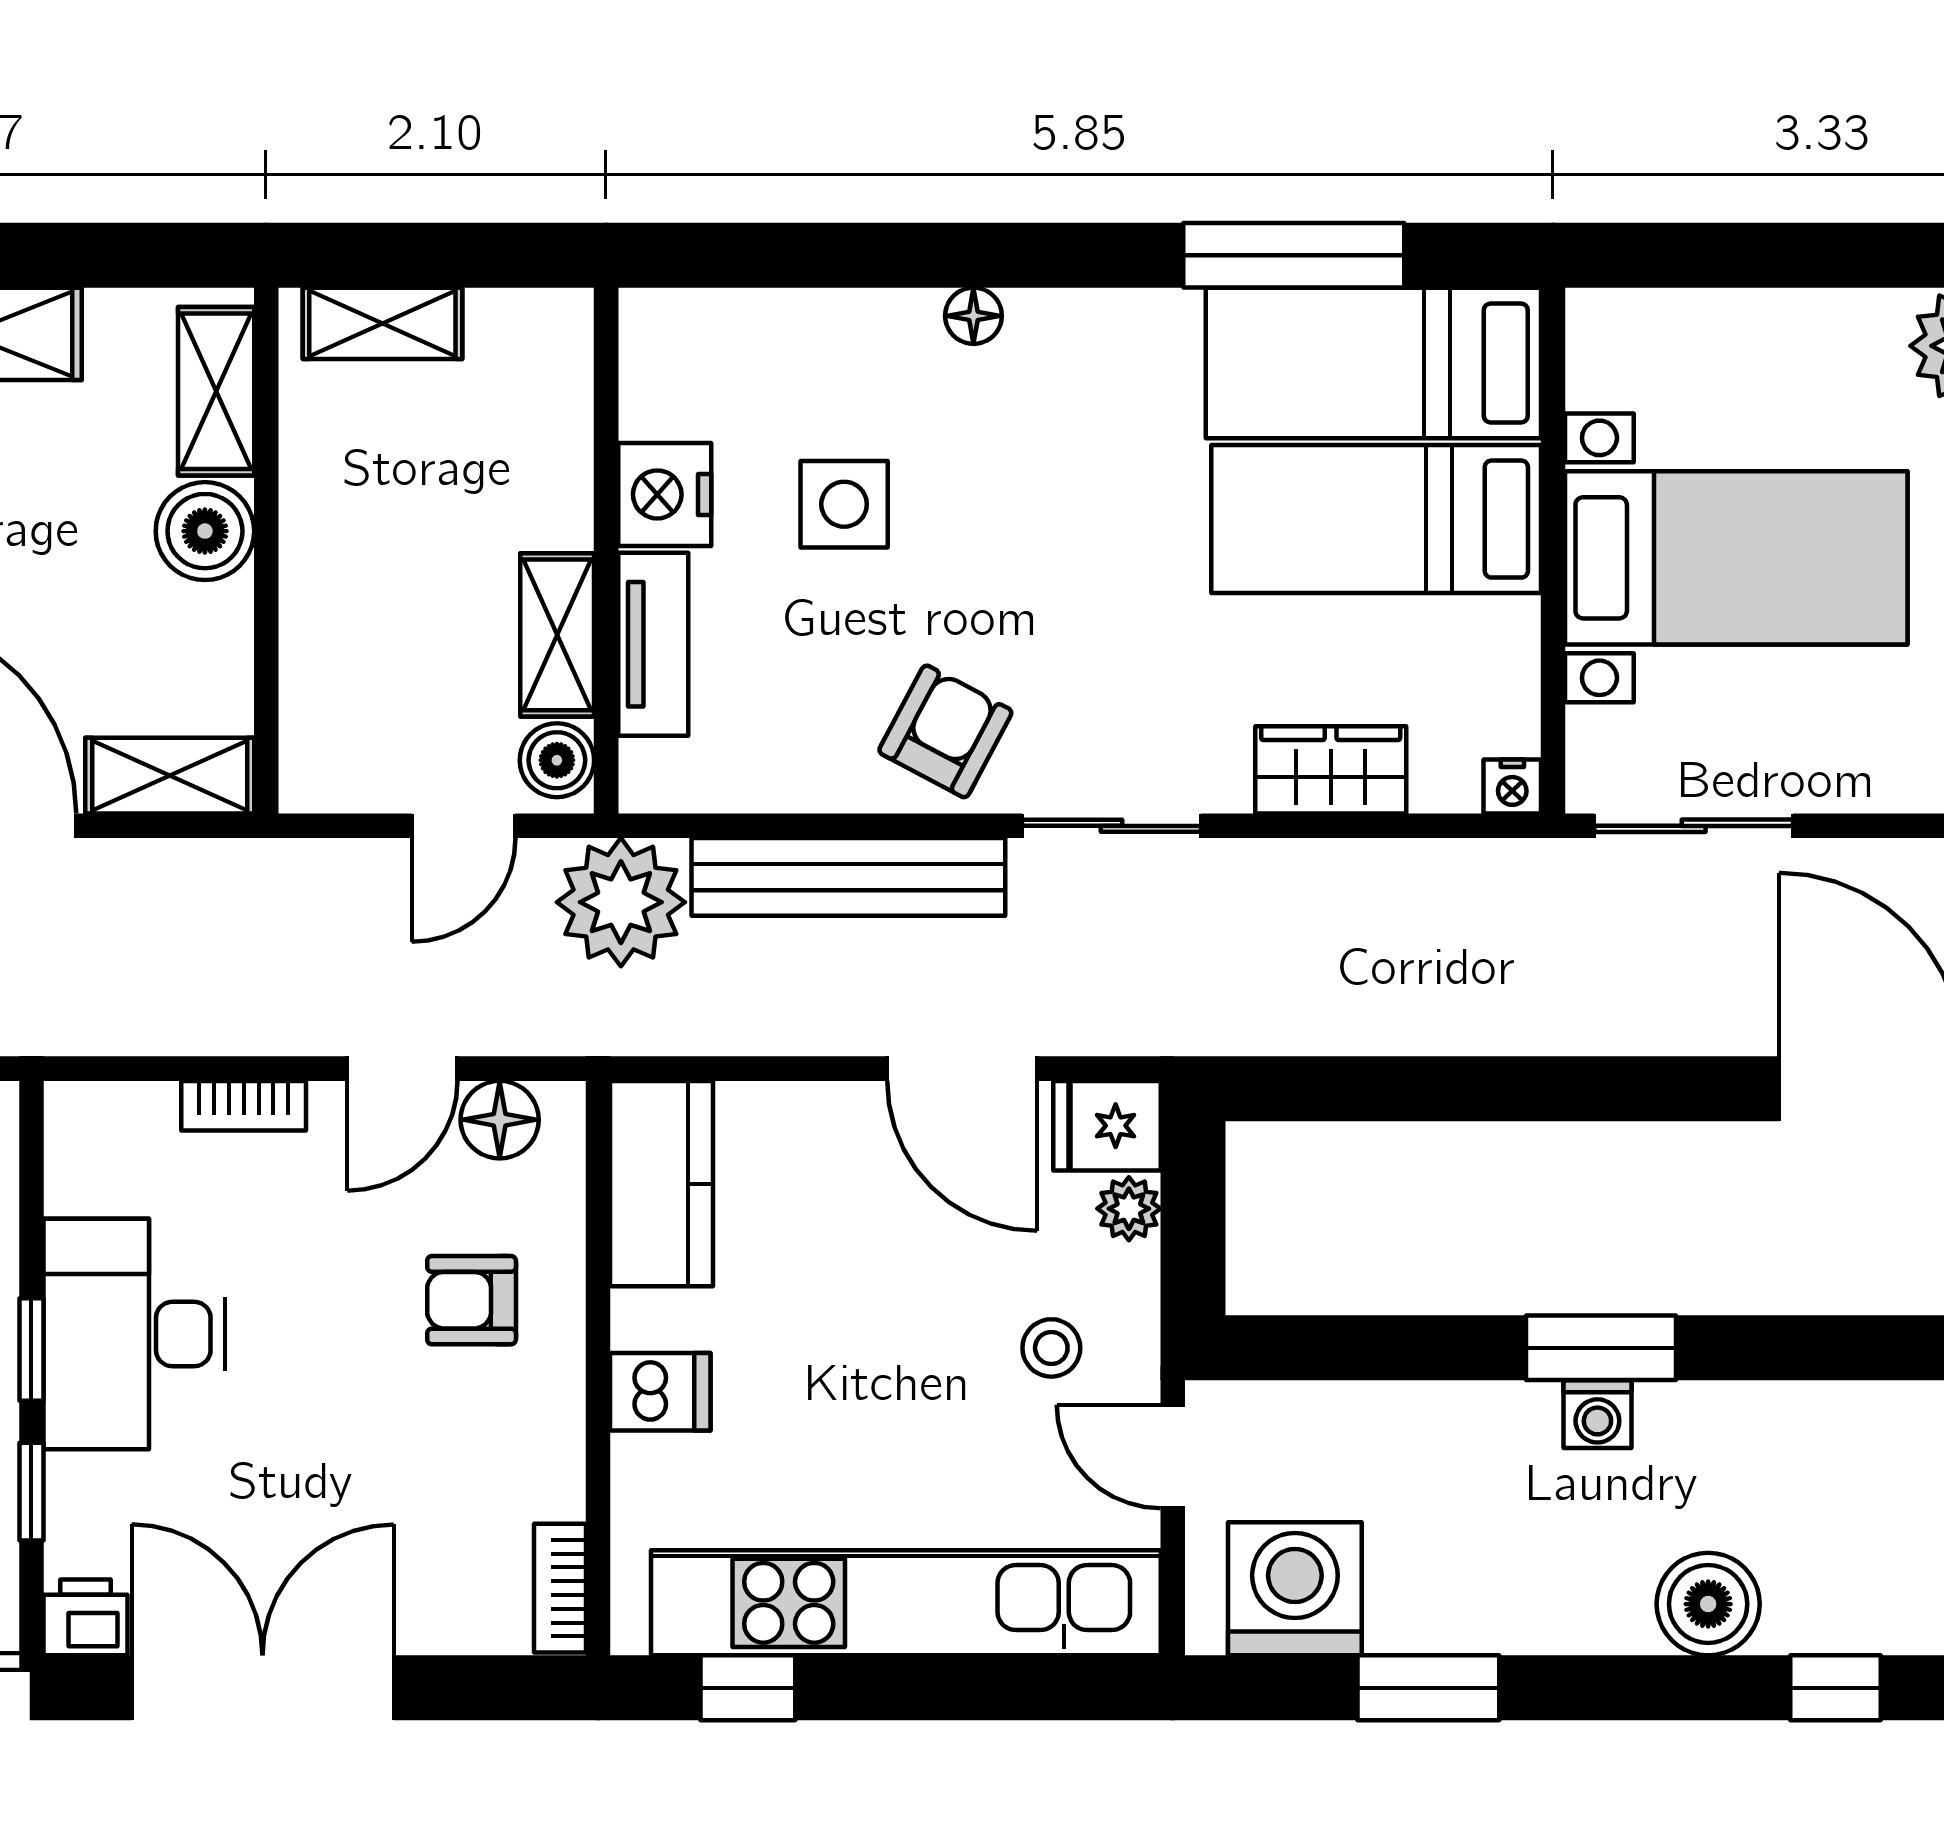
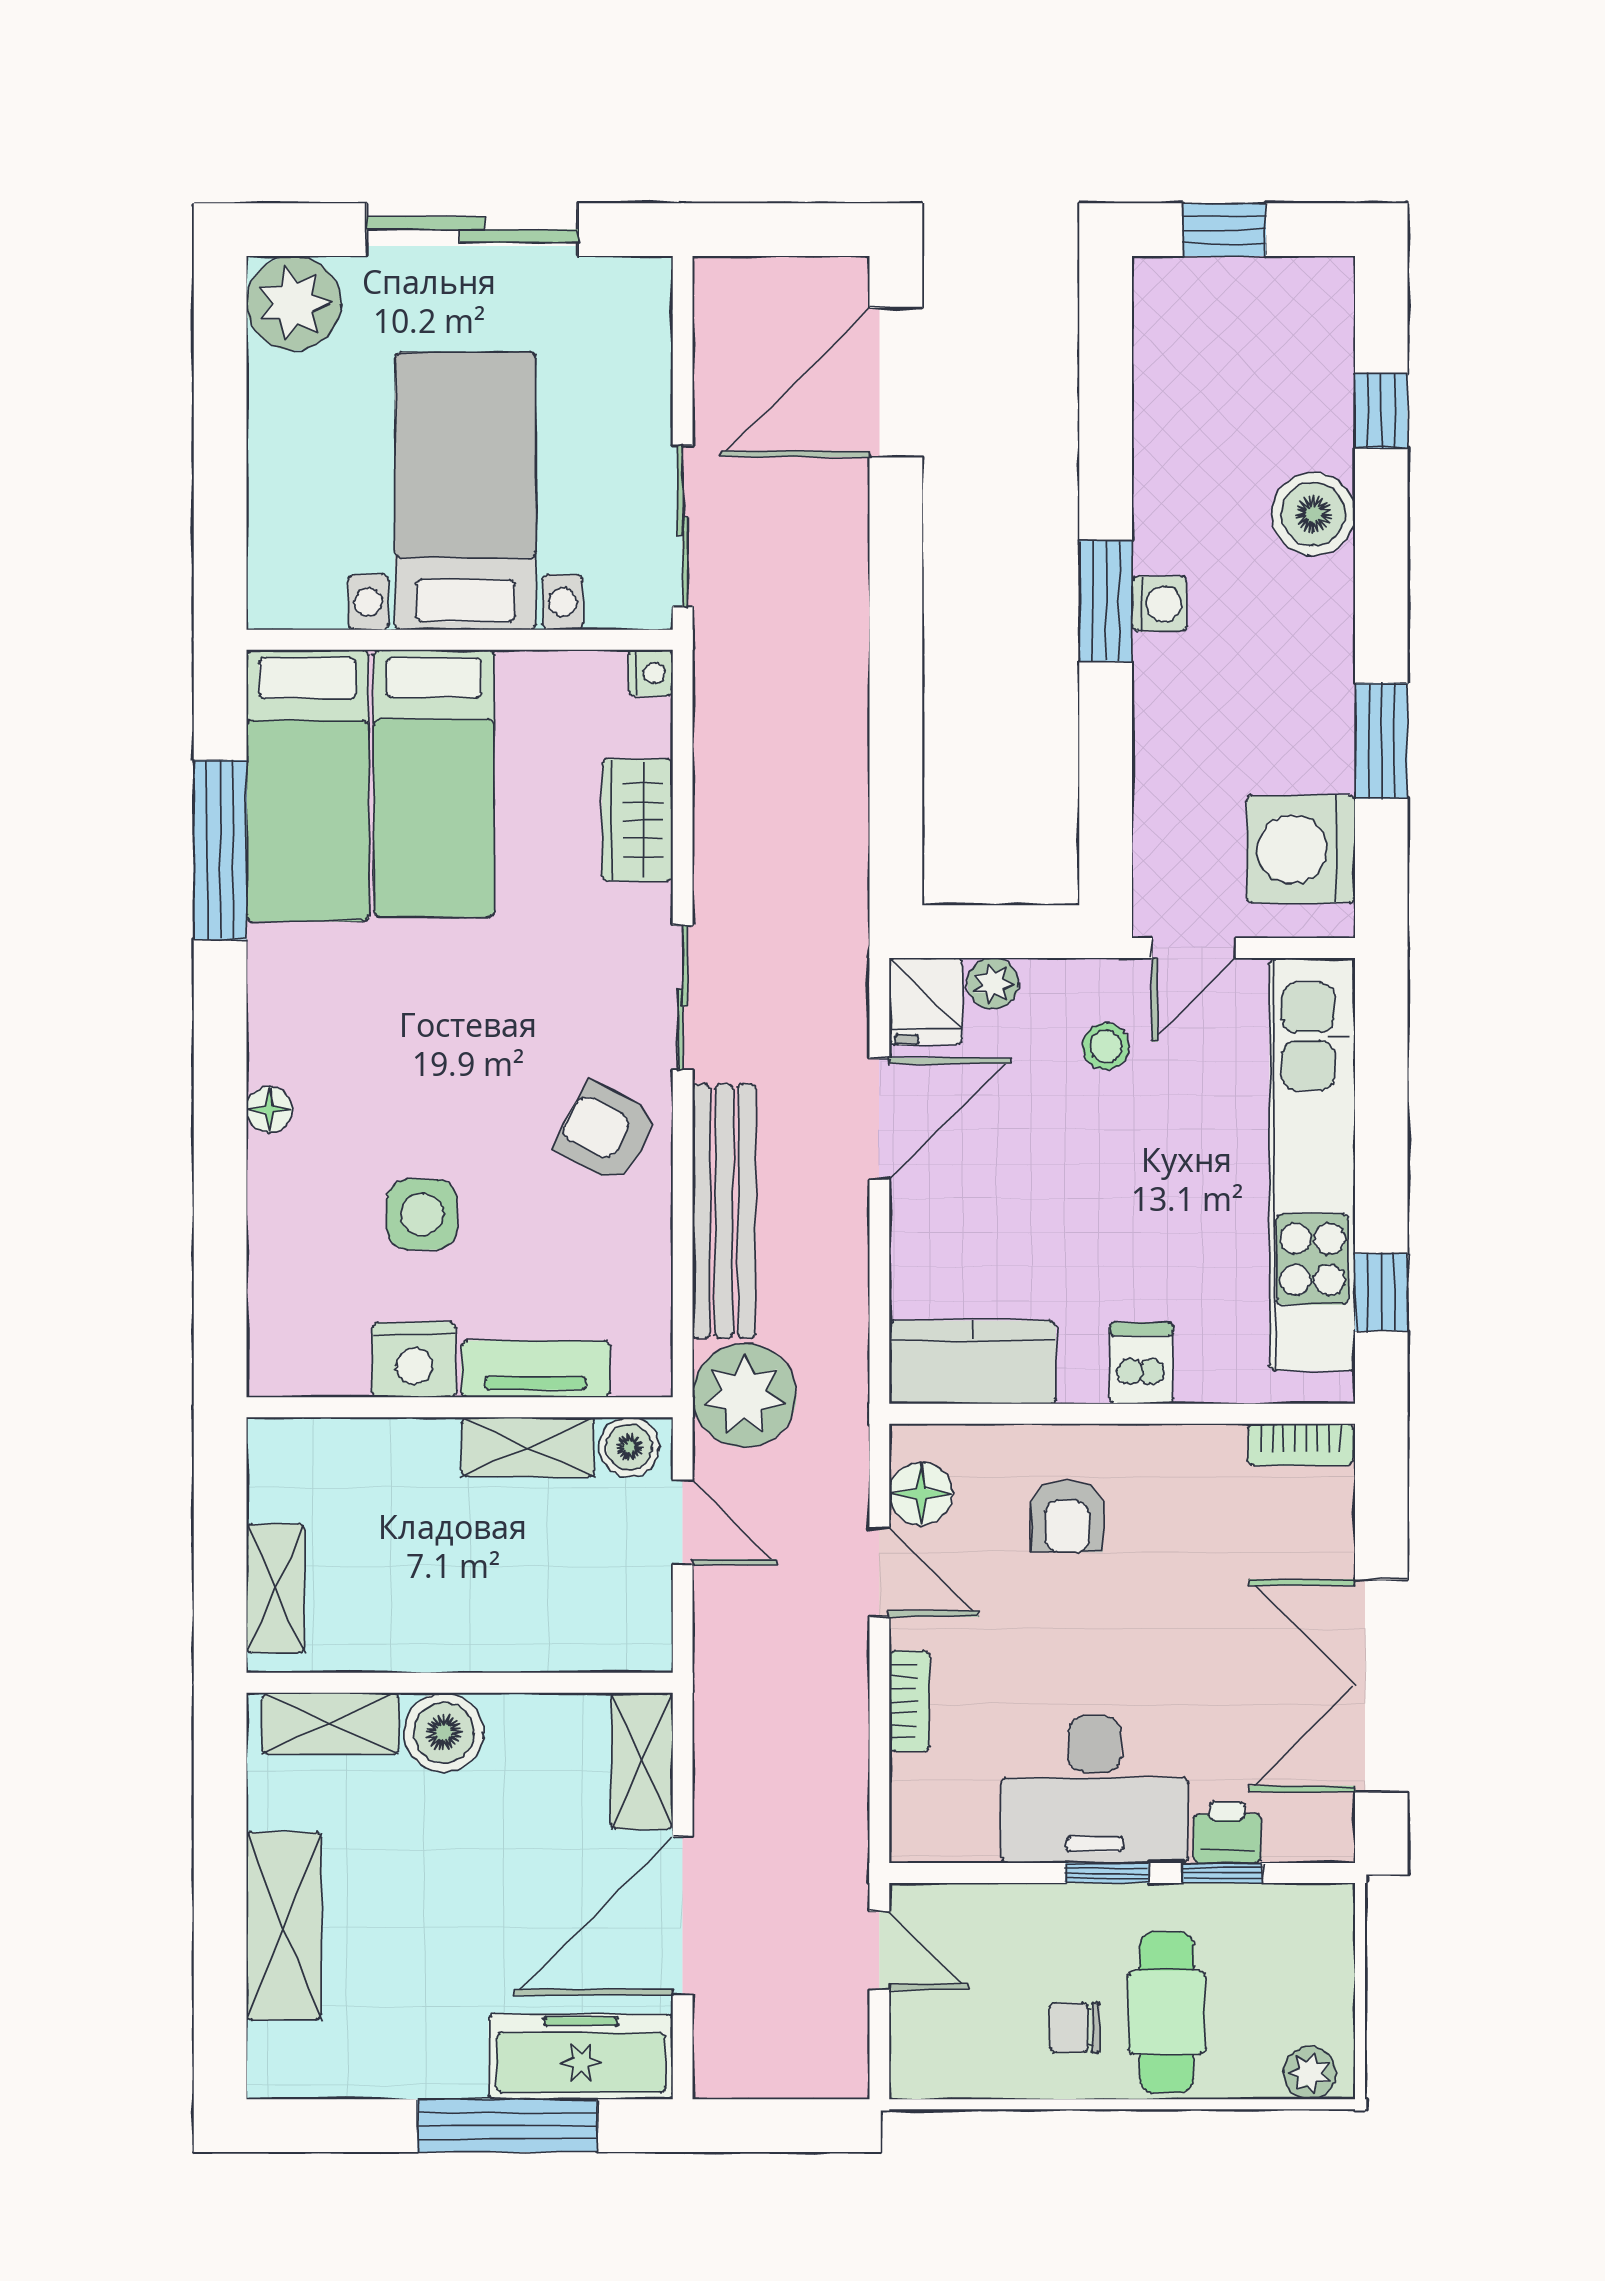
printer: (85, 1617) -> (1227, 1832), moved, turned 90

